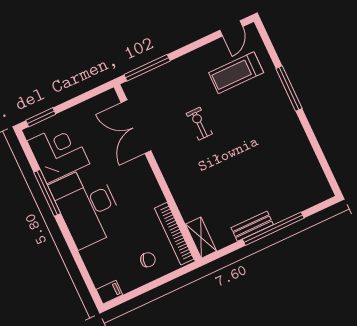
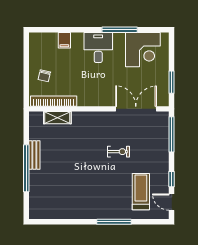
window: (203, 42) -> (172, 179), added
window: (41, 117) -> (172, 82), moved
desk: (87, 206) -> (98, 48), width x0.53, depth x0.77
shelving: (201, 238) -> (57, 118), moved
filing cabinet: (109, 292) -> (64, 40), moved

